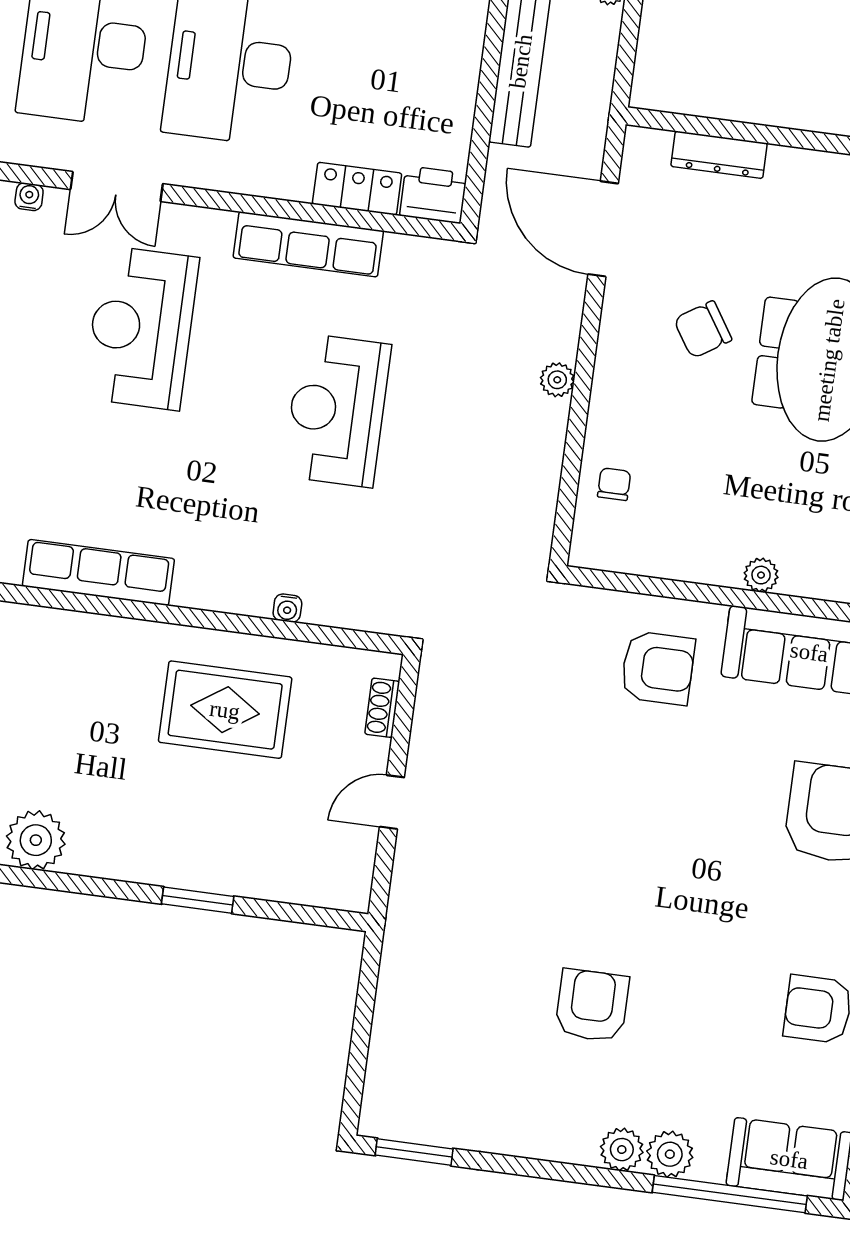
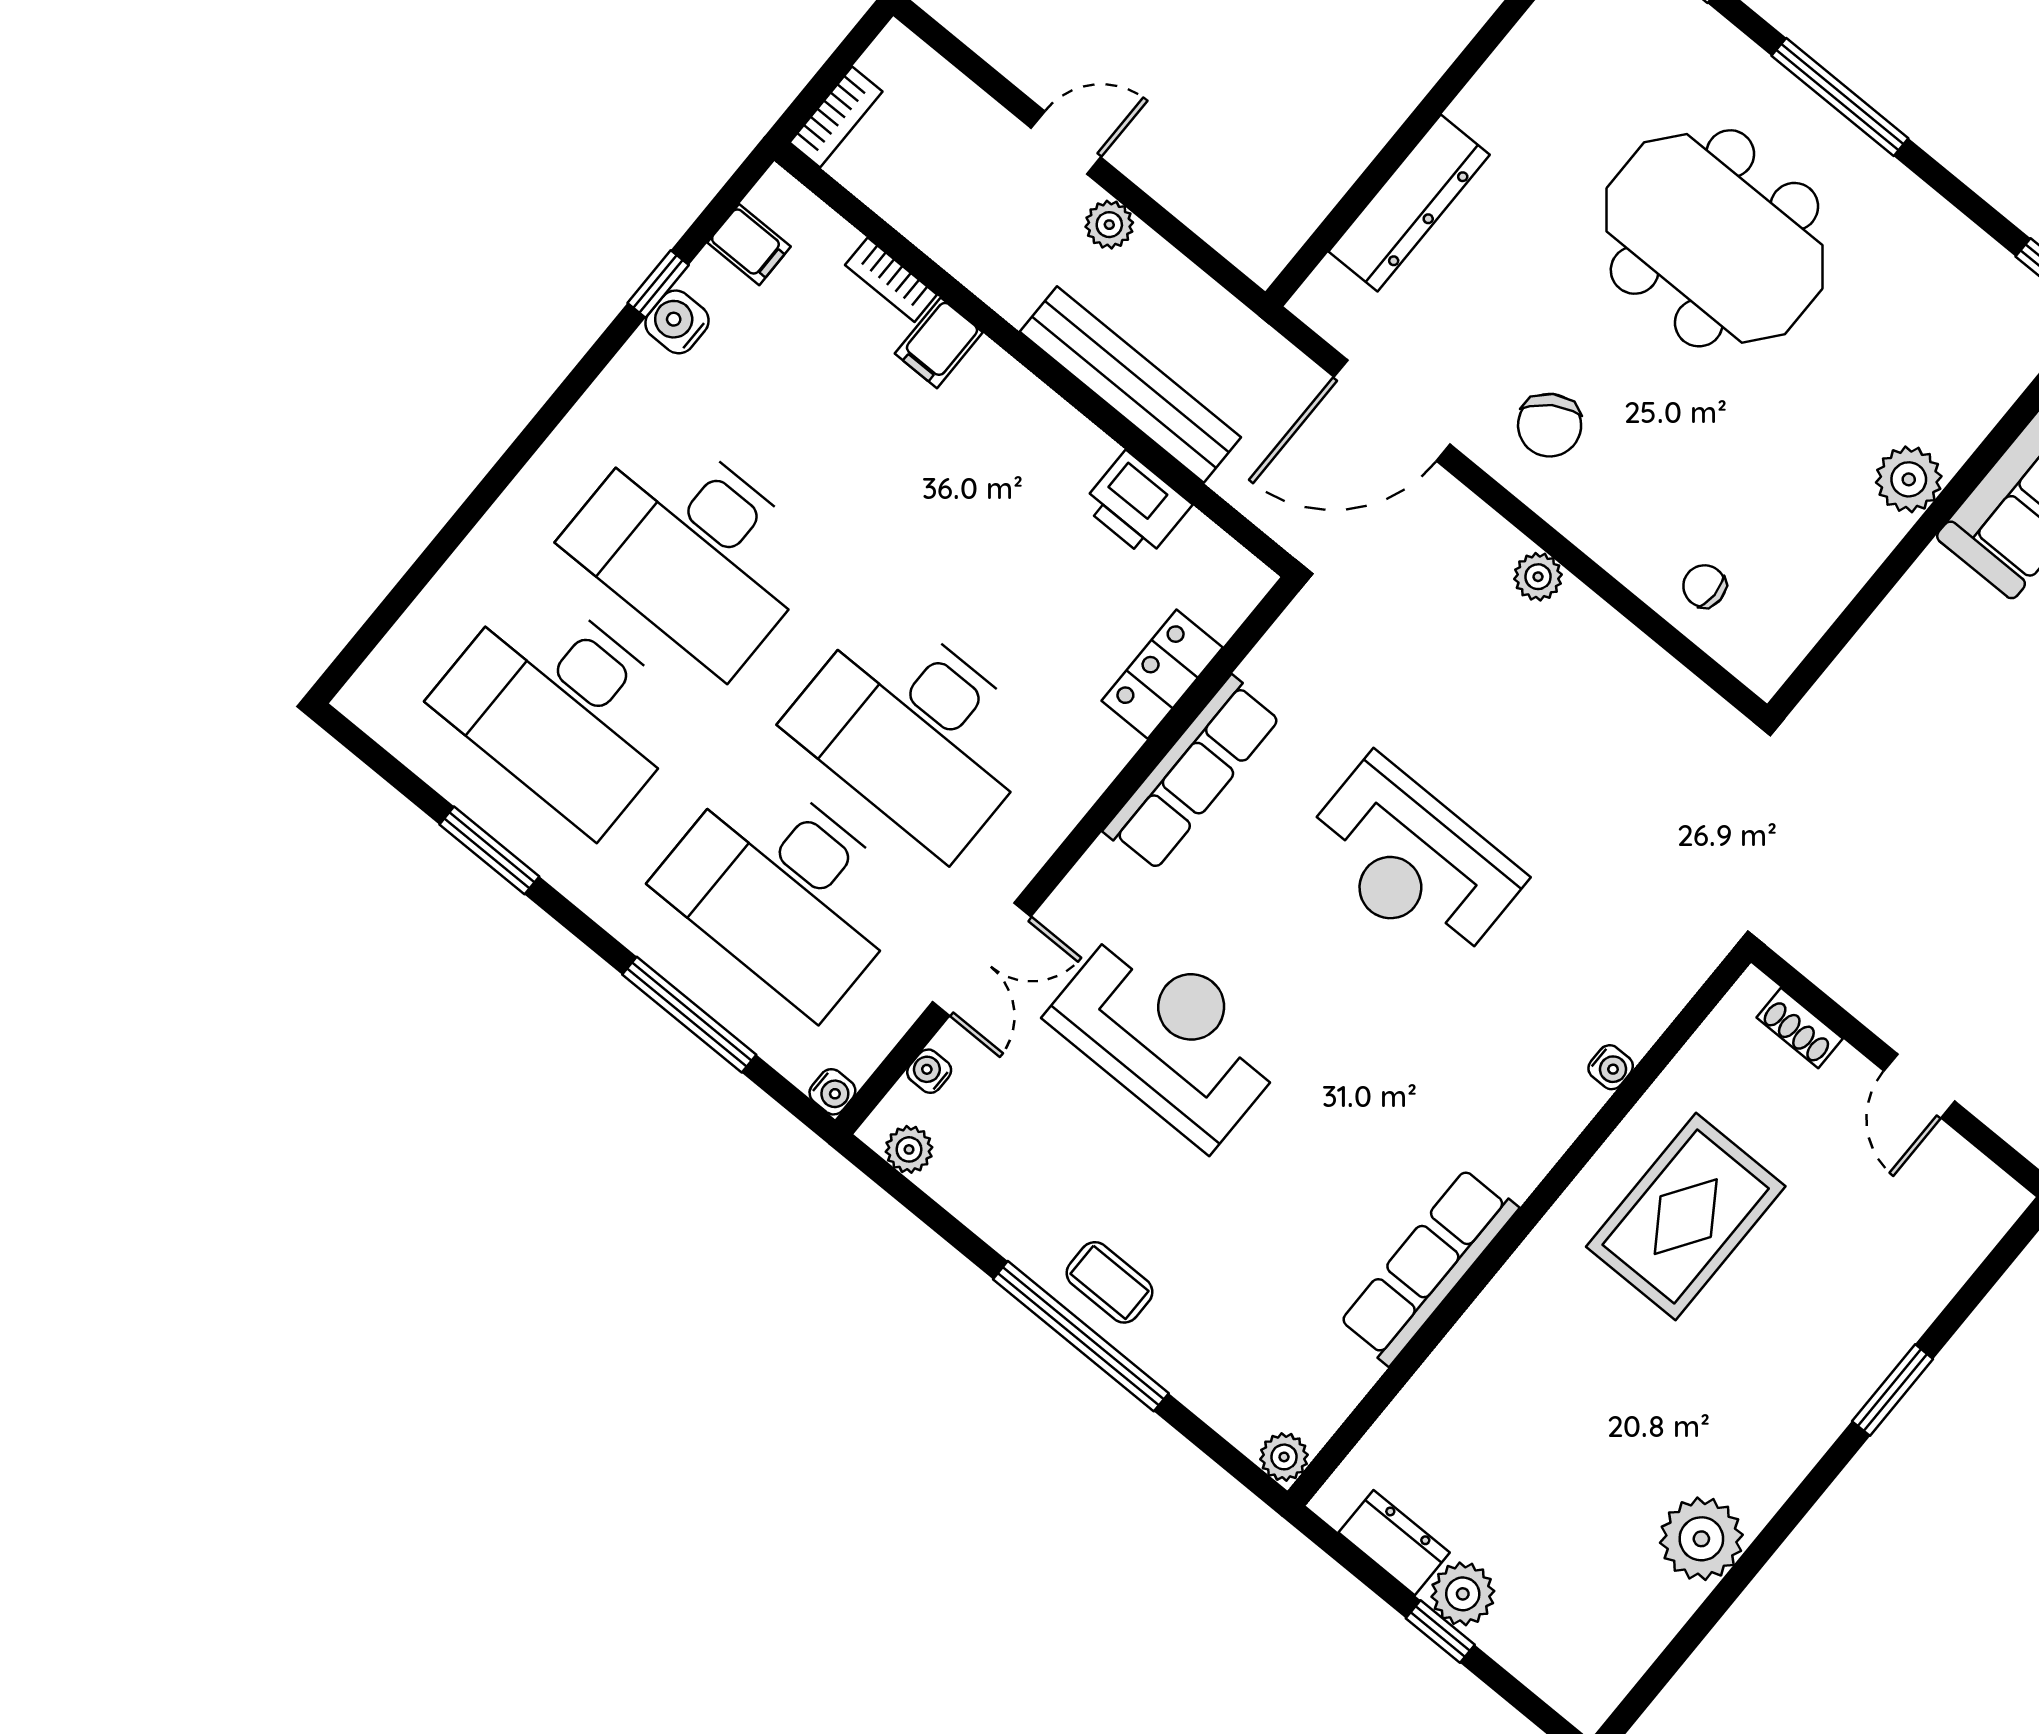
dresser: (719, 155) -> (1409, 203), width x1.37, depth x1.24
printer: (433, 195) -> (1137, 505), moved, turned -90
reception desk: (141, 328) -> (1169, 1034), turned 180
chair: (703, 330) -> (1550, 425), moved
plant: (761, 575) -> (1909, 479), width x1.38, depth x1.38
armchair: (658, 668) -> (1956, 670), removed

